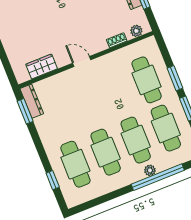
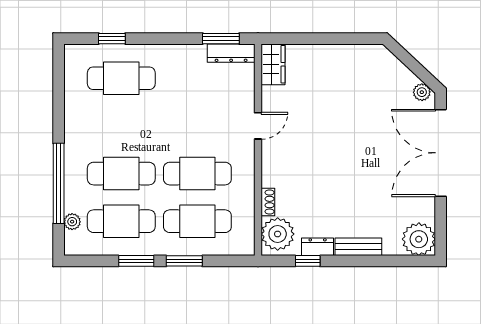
plant: (136, 31) -> (278, 234), width x1.88, depth x1.88
door: (82, 61) -> (258, 126), moved
wardrobe: (42, 66) -> (273, 64), moved
cafe table: (106, 152) -> (197, 174), moved
plant: (150, 170) -> (72, 222), moved

